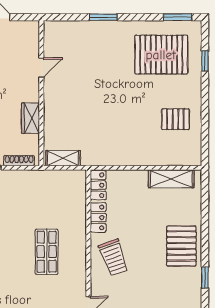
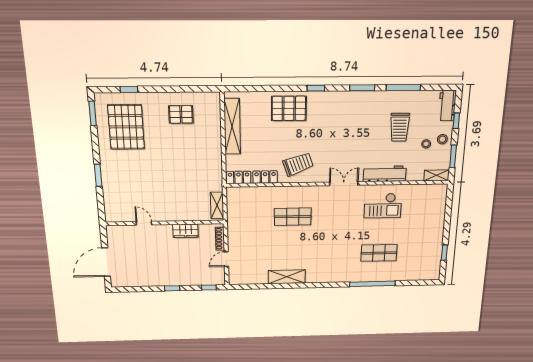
pallet: (175, 119) -> (181, 114), turned 90
shelving: (171, 179) -> (232, 126), width x1.47

